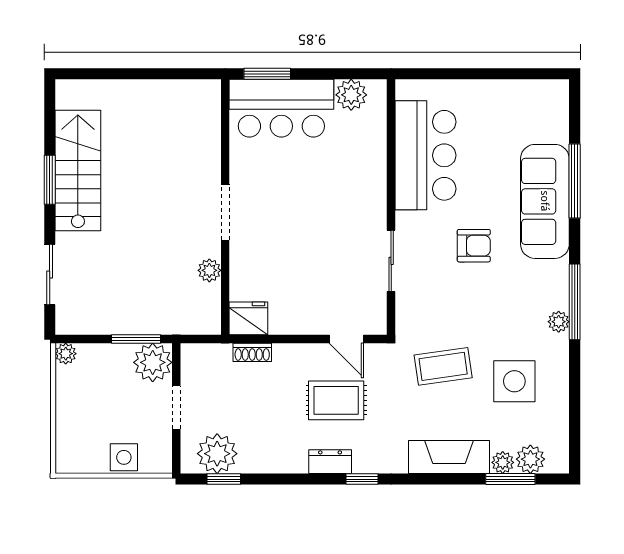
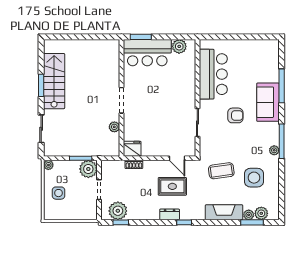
sofa: (545, 201) -> (268, 102), width x0.73
side table: (124, 457) -> (58, 193), moved

